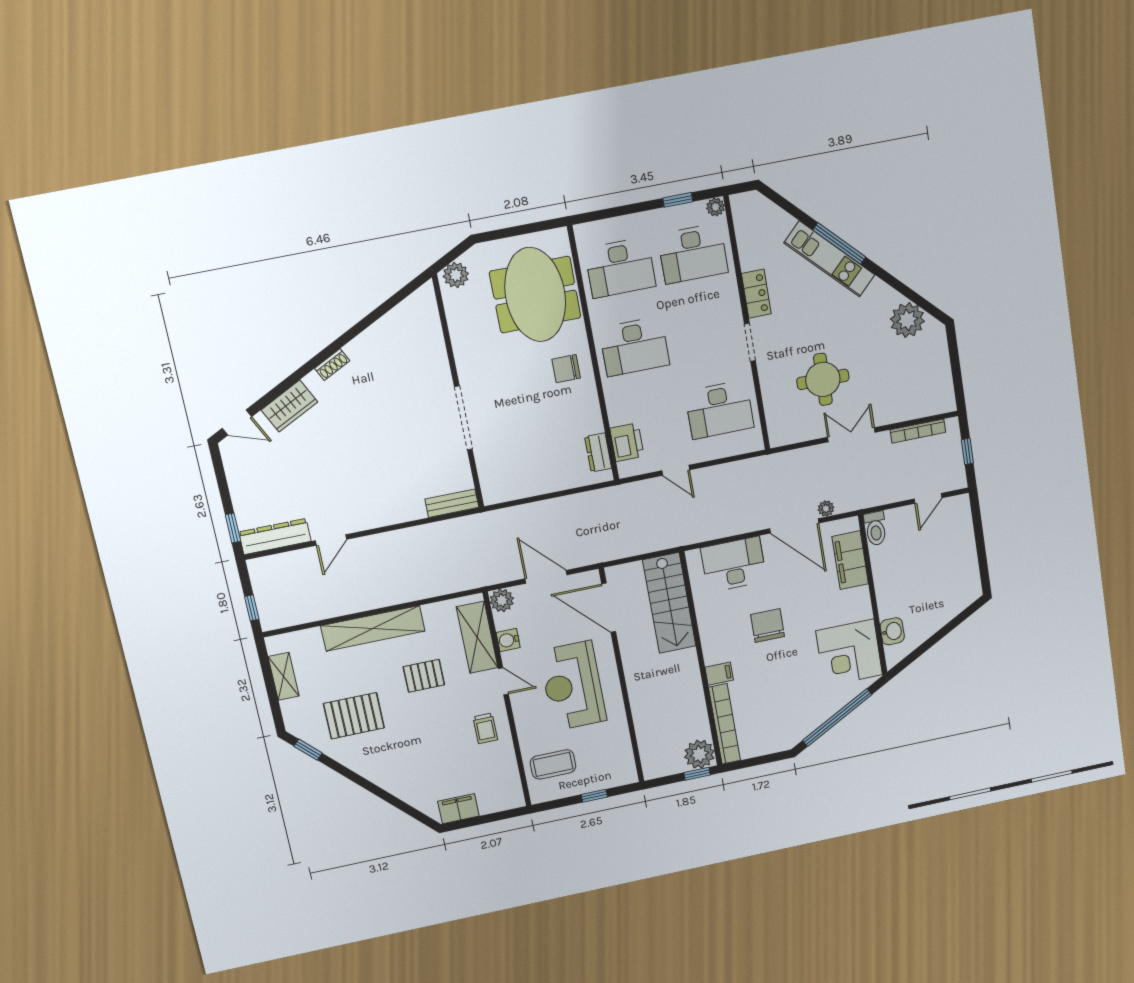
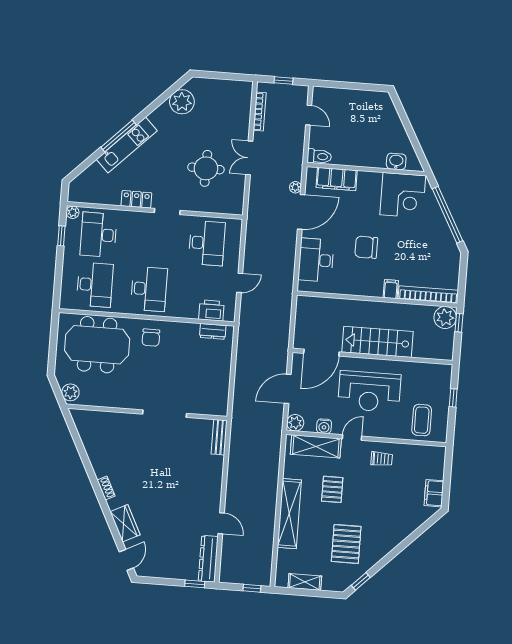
desk: (693, 254) -> (99, 235), turned 180
stairs: (669, 603) -> (377, 342), moved, turned 180

